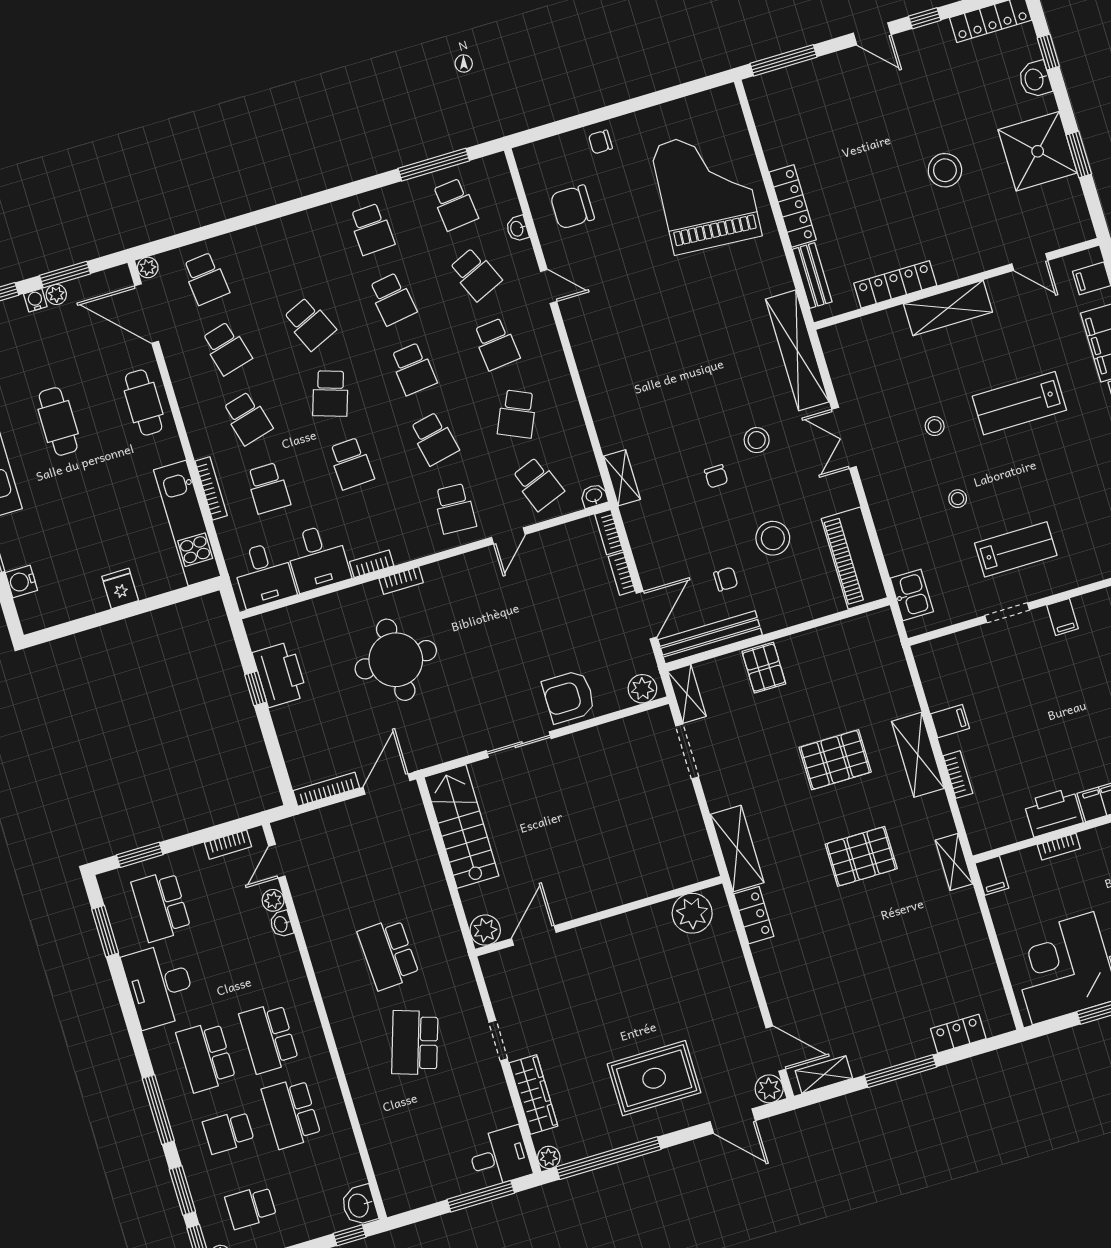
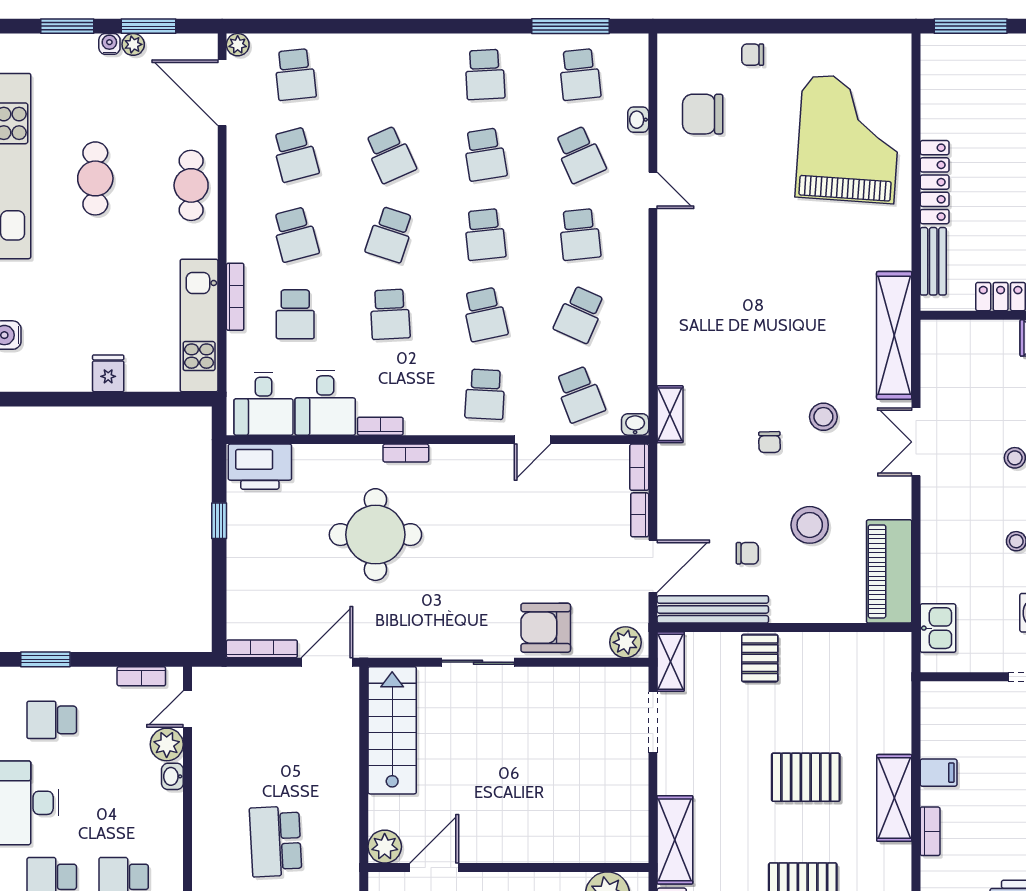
printer: (280, 674) -> (260, 467), moved, turned 90
plant: (273, 900) -> (167, 744), width x1.38, depth x1.38
school desk: (161, 906) -> (52, 720), width x0.54

